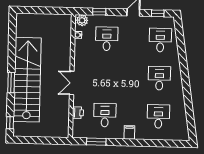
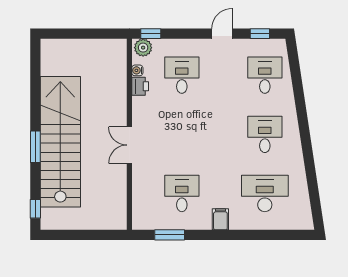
window: (99, 12) -> (151, 34), moved
printer: (78, 113) -> (140, 86), moved
desk: (158, 116) -> (265, 194), width x1.37

